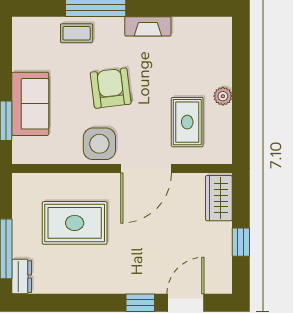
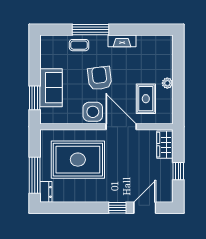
door: (146, 168) -> (121, 127), swing flipped
rug: (75, 223) -> (78, 160), width x1.37, depth x1.44

